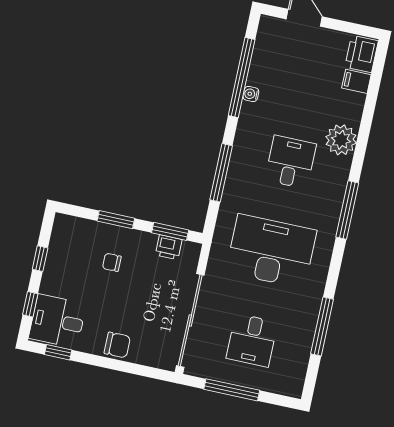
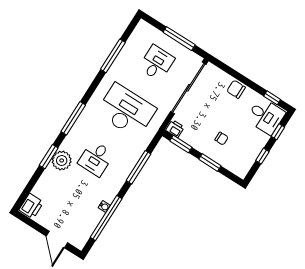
filing cabinet: (356, 81) -> (40, 191), removed
window: (363, 138) -> (49, 157), added
printer: (169, 247) -> (175, 129), moved
desk: (271, 251) -> (126, 111), turned 180

